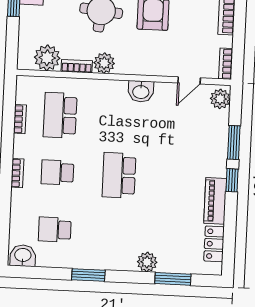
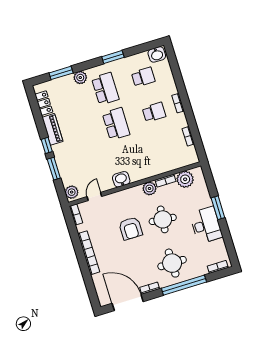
school desk: (60, 115) -> (105, 89), moved

